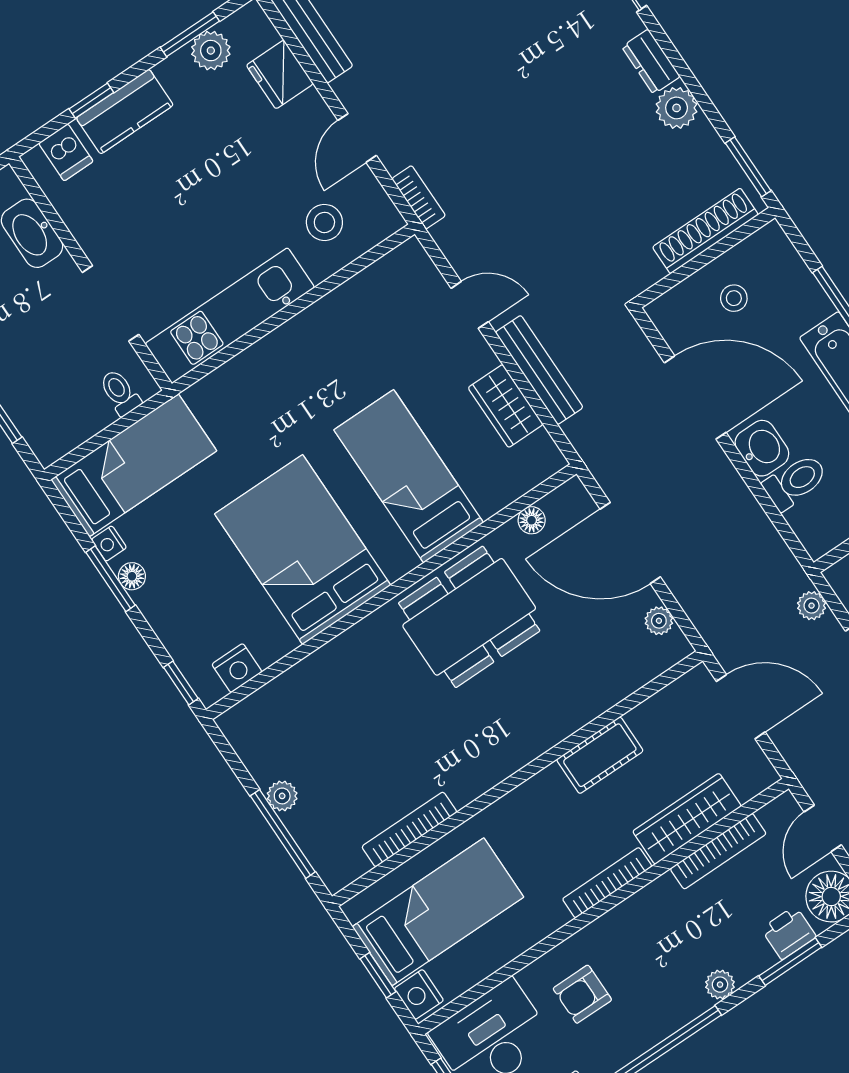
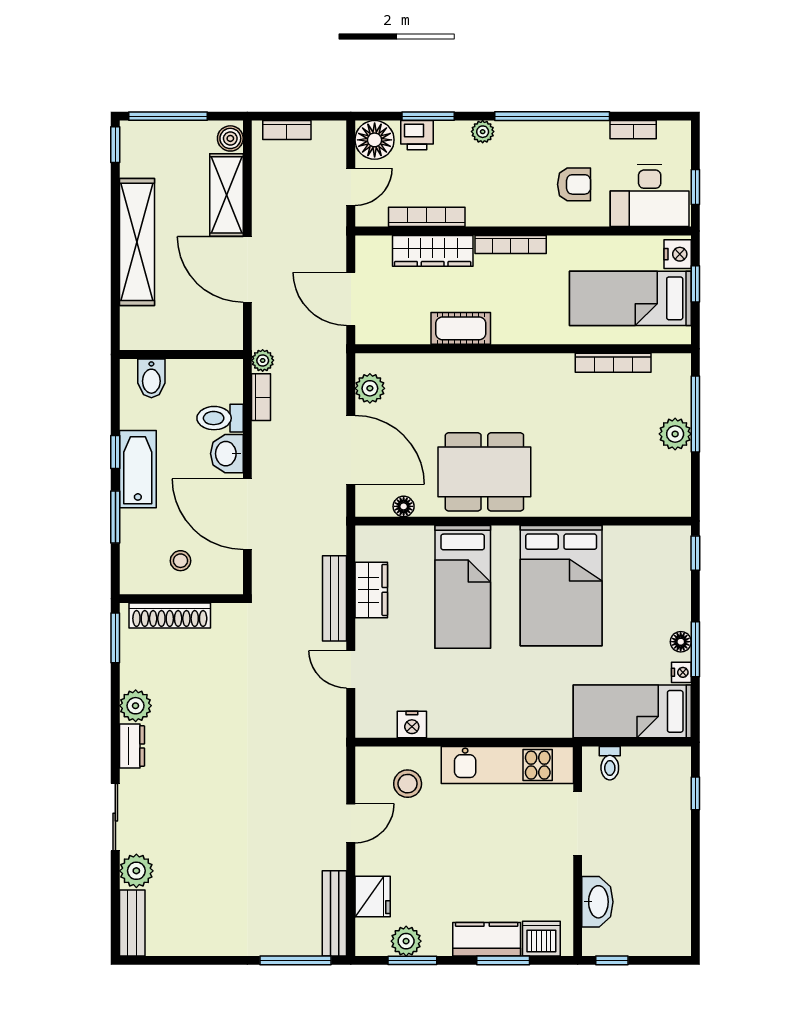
window: (91, 101) -> (503, 960), width x1.50
dishwasher: (66, 152) -> (541, 939), width x1.38
bookcase: (419, 197) -> (261, 397), moved, turned 180
plant: (812, 606) -> (263, 360), moved
plant: (659, 621) -> (370, 388), width x1.38, depth x1.38
nightstand: (237, 668) -> (412, 725), moved, turned 180
plant: (282, 796) -> (675, 434), width x1.38, depth x1.38

